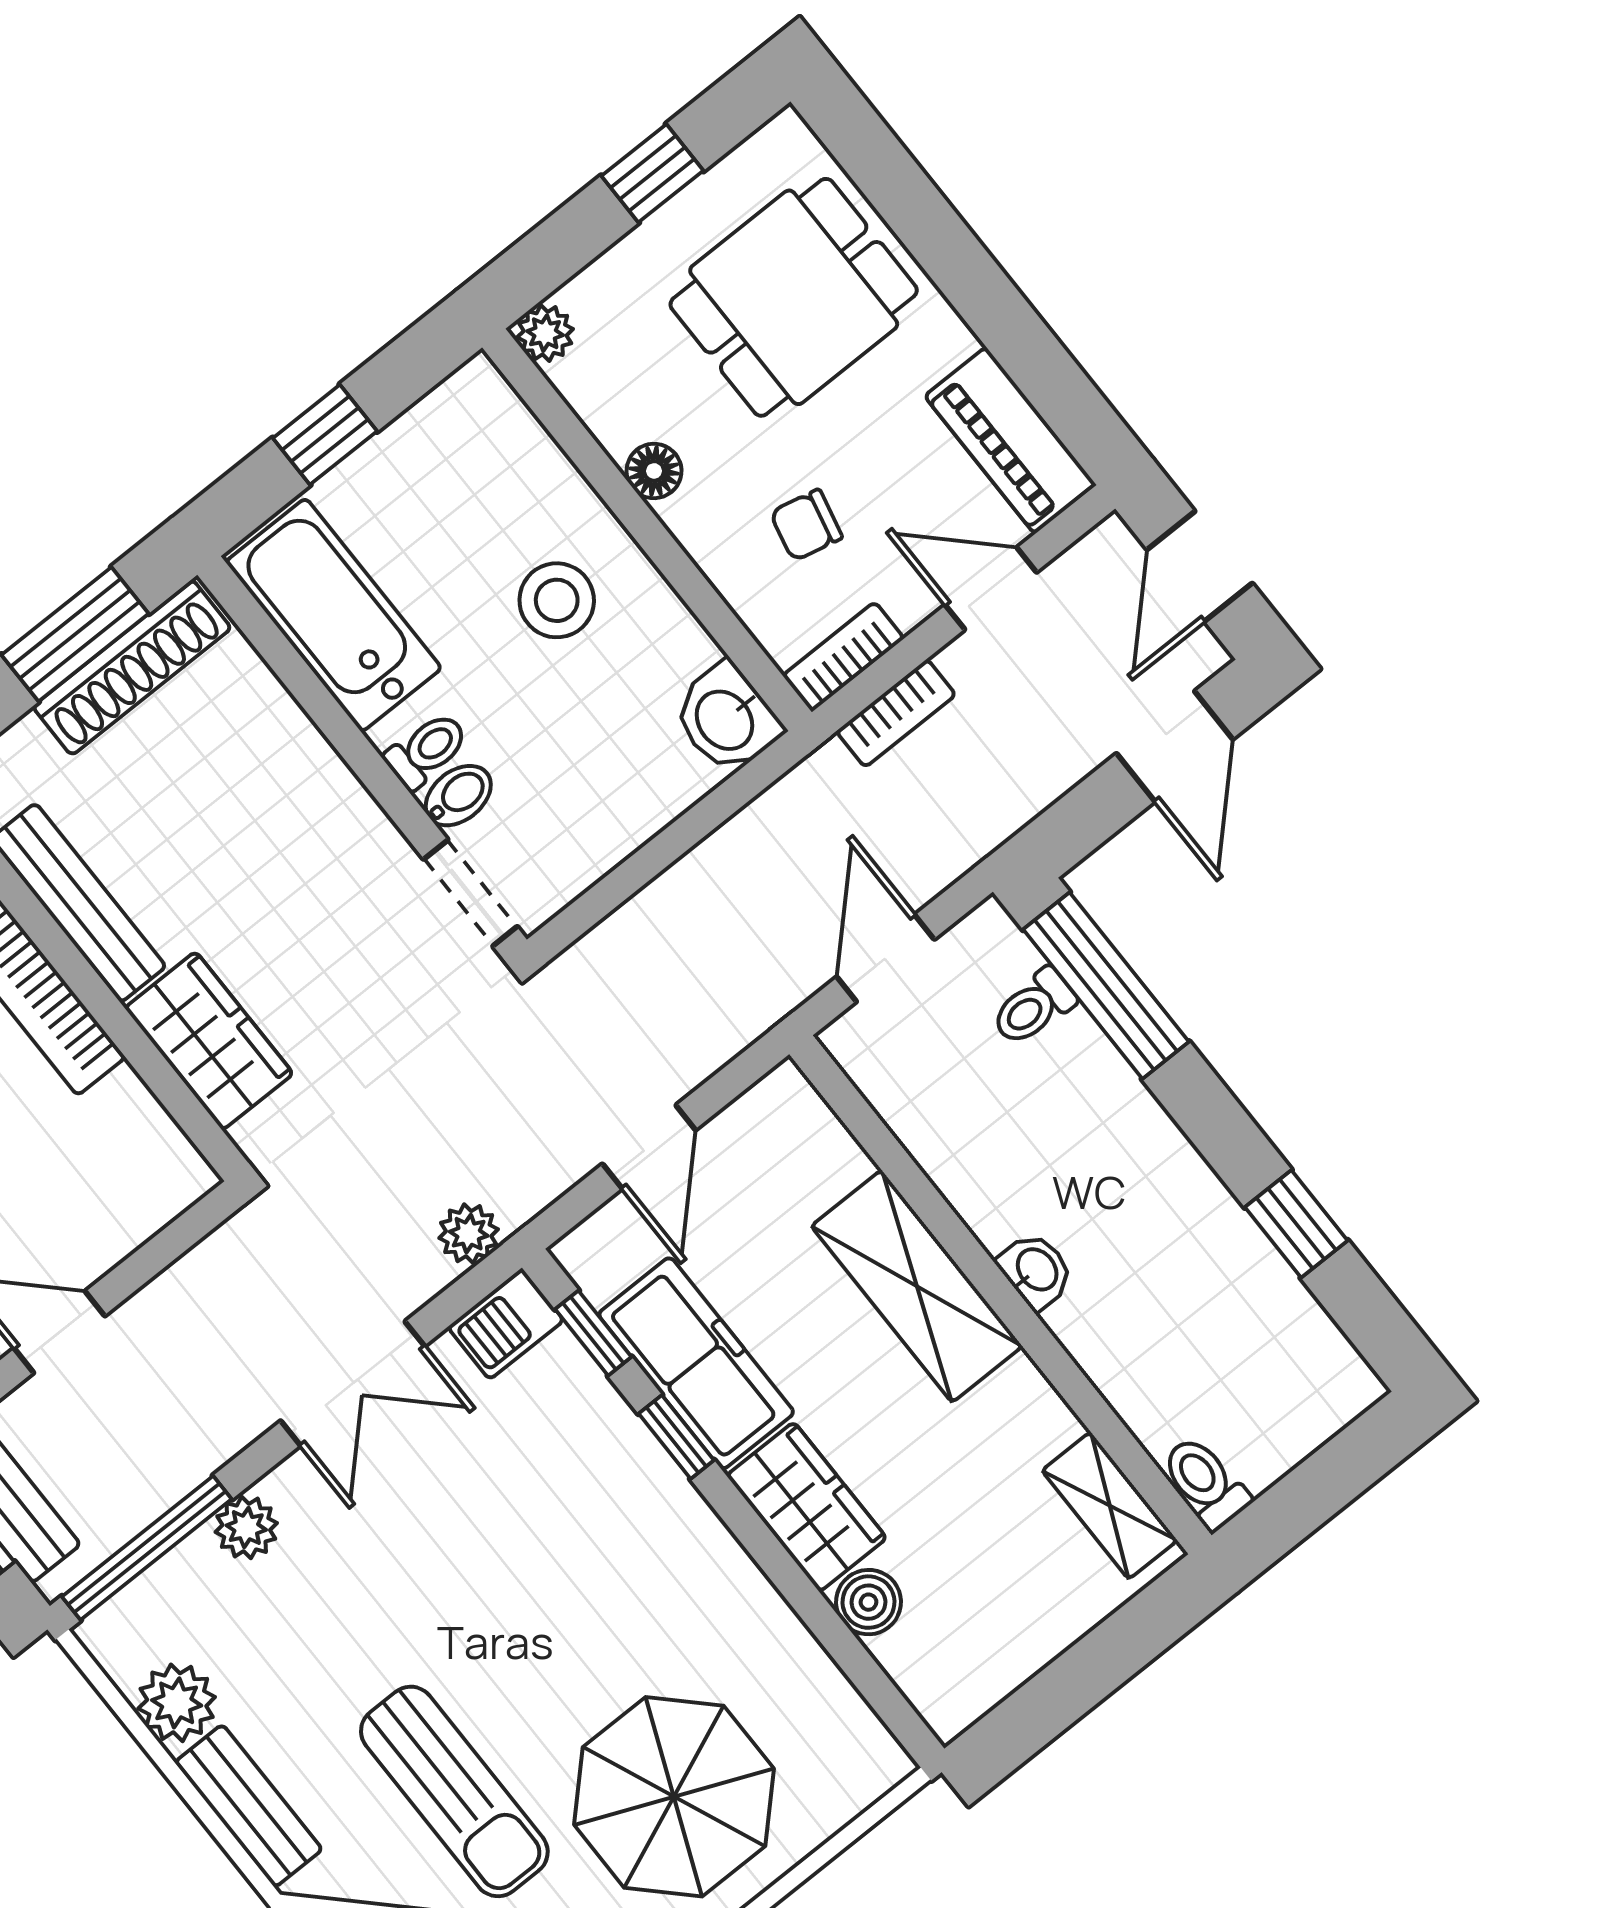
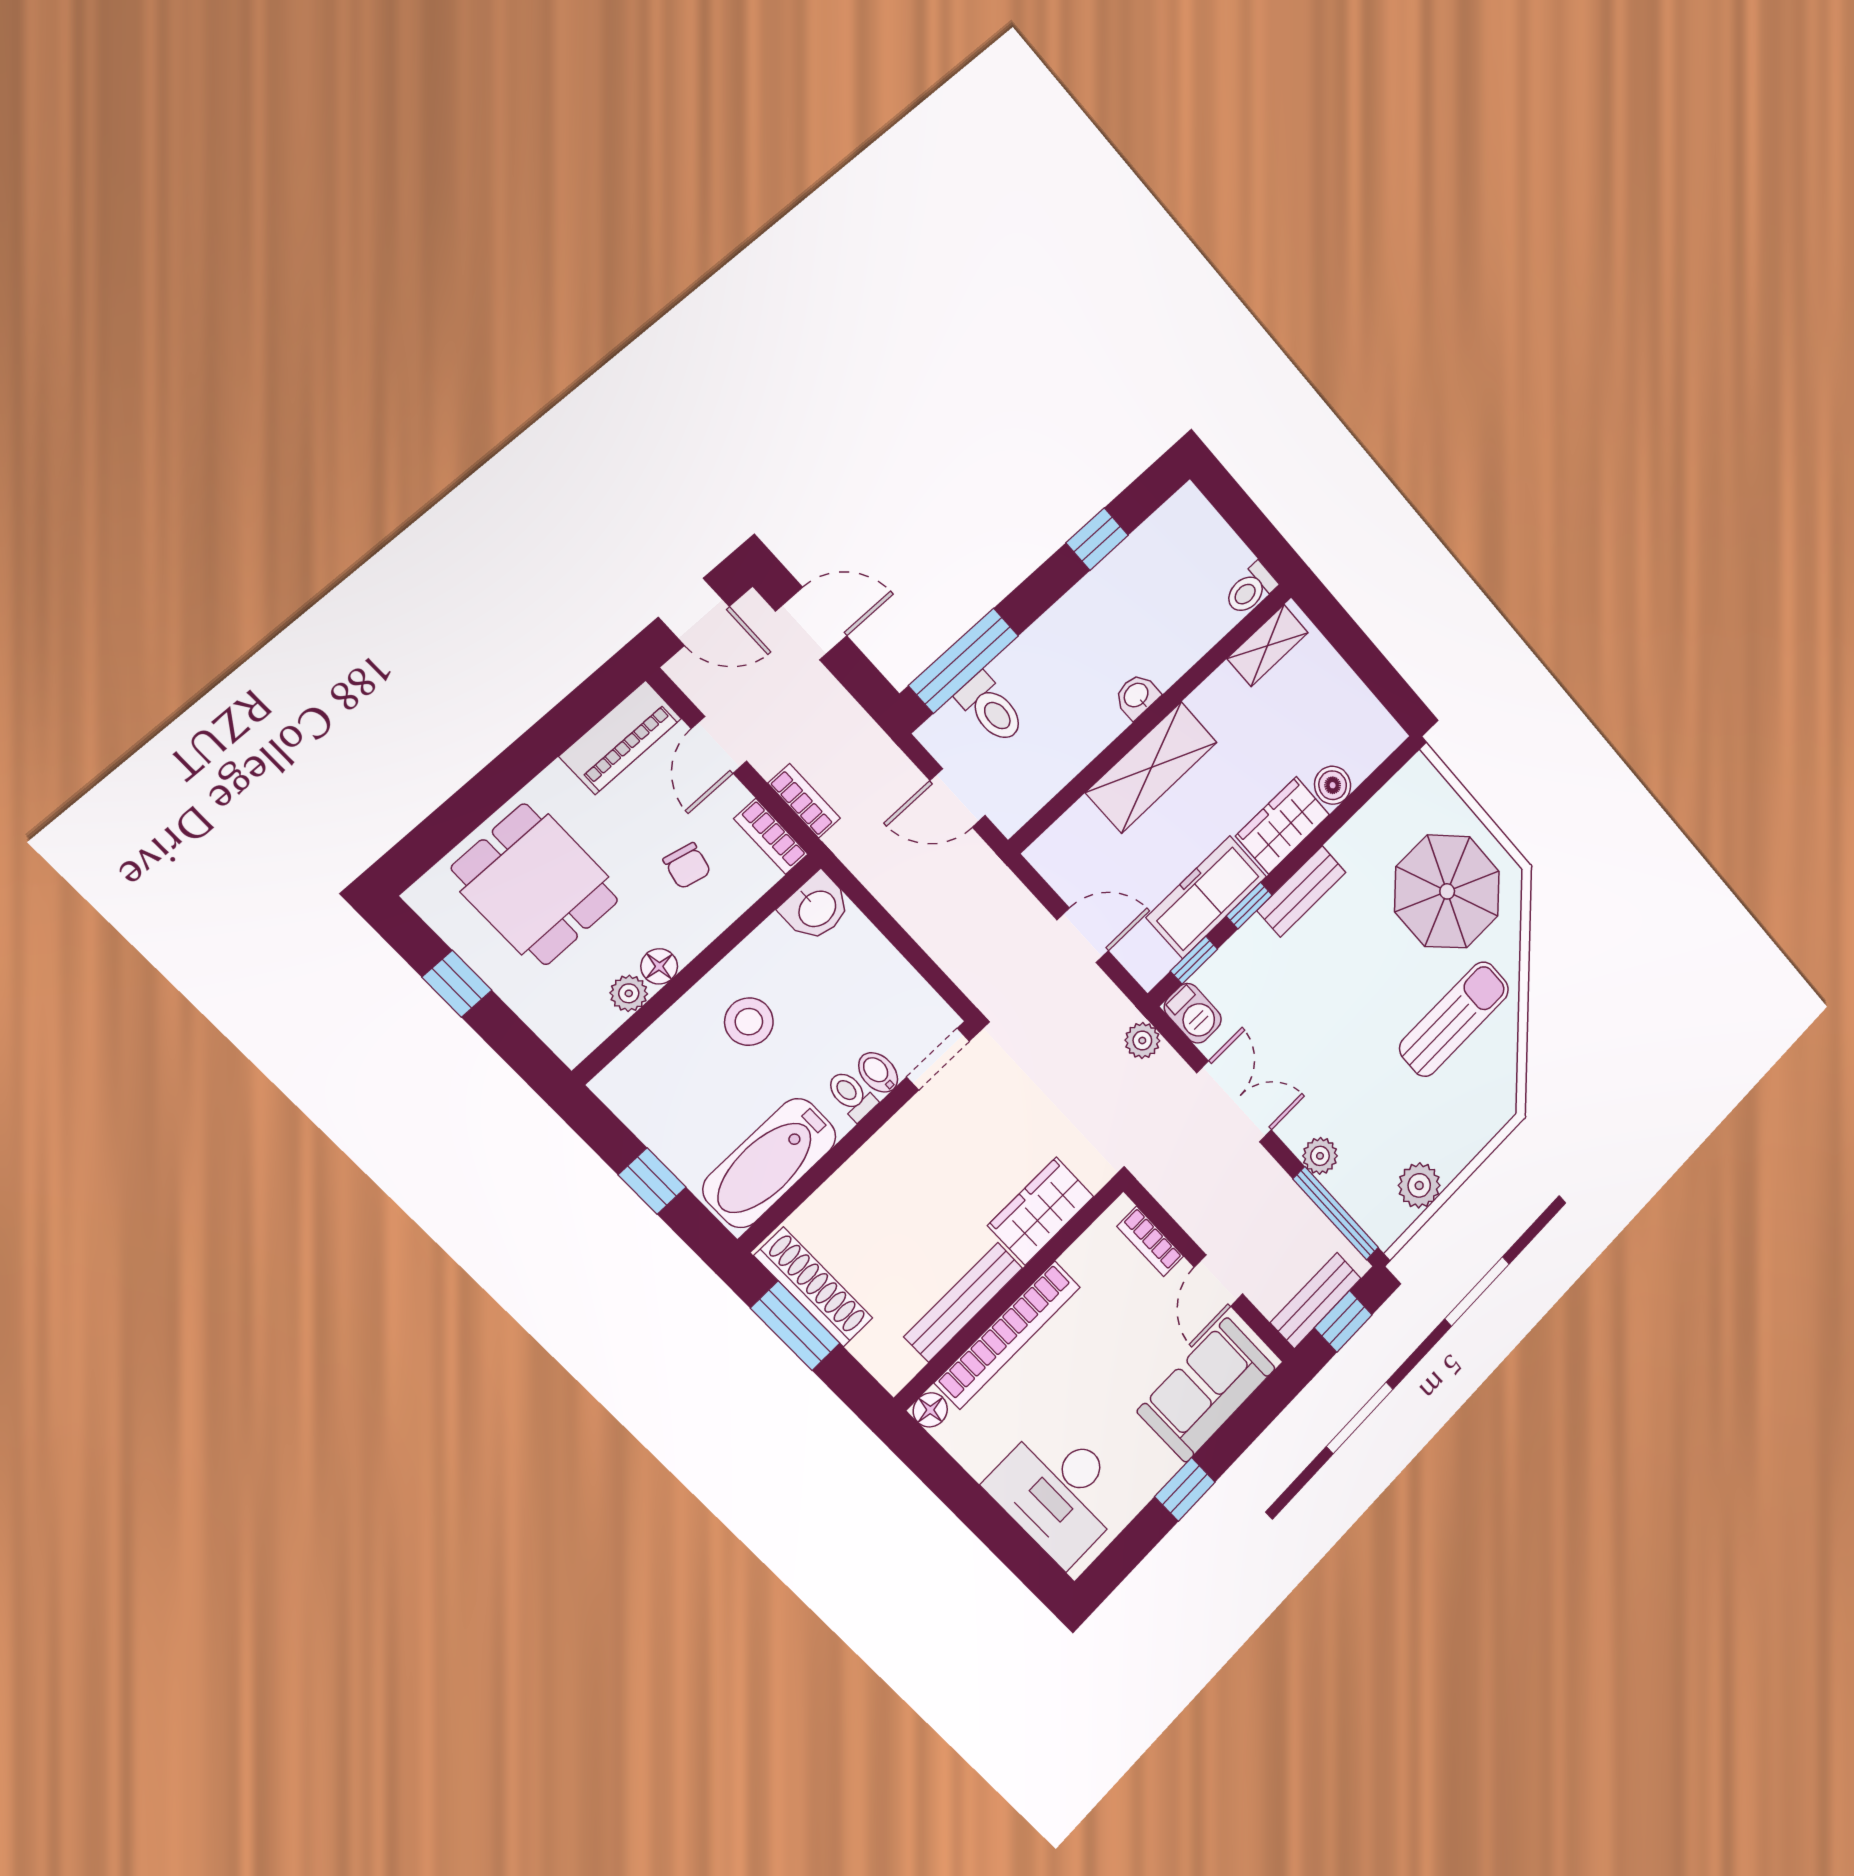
plant: (545, 333) -> (629, 993), moved
toilet: (1033, 1007) -> (991, 708), width x1.37, depth x1.39
bookcase: (138, 1220) -> (1150, 1241), added
bench: (249, 1806) -> (1302, 891), moved

